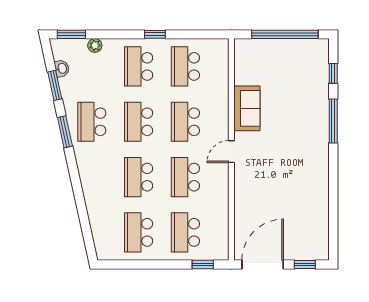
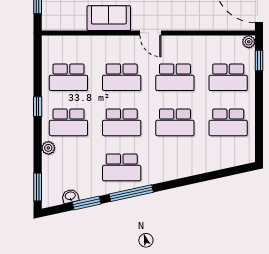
plant: (95, 45) -> (48, 148), moved
window: (65, 132) -> (131, 193), width x1.44
plant: (222, 254) -> (249, 42), added

